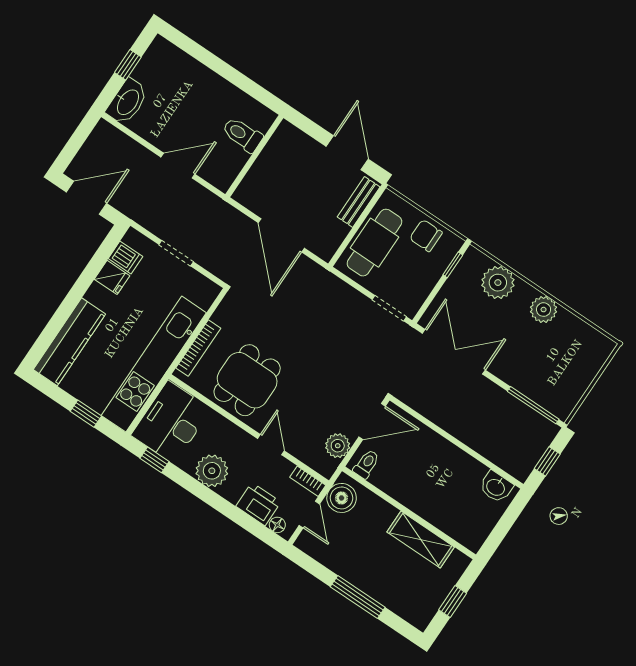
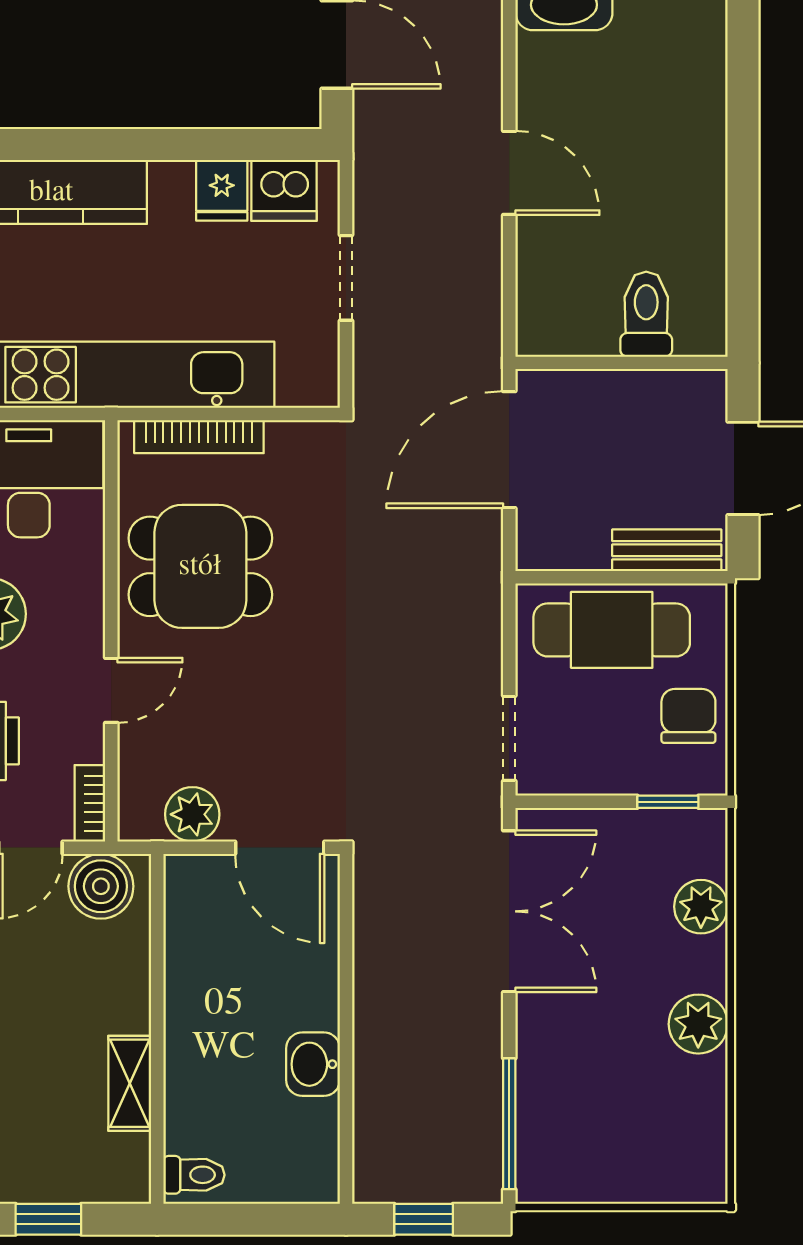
toilet: (242, 135) -> (646, 314), moved
wall: (254, 156) -> (622, 363), moved
dishwasher: (125, 258) -> (284, 190), width x1.38
plant: (498, 283) -> (701, 907), width x0.73, depth x0.73
toilet: (366, 464) -> (194, 1175), moved
washbasin: (496, 487) -> (313, 1064), moved
shelving: (421, 539) -> (130, 1083), width x0.67, depth x0.75

